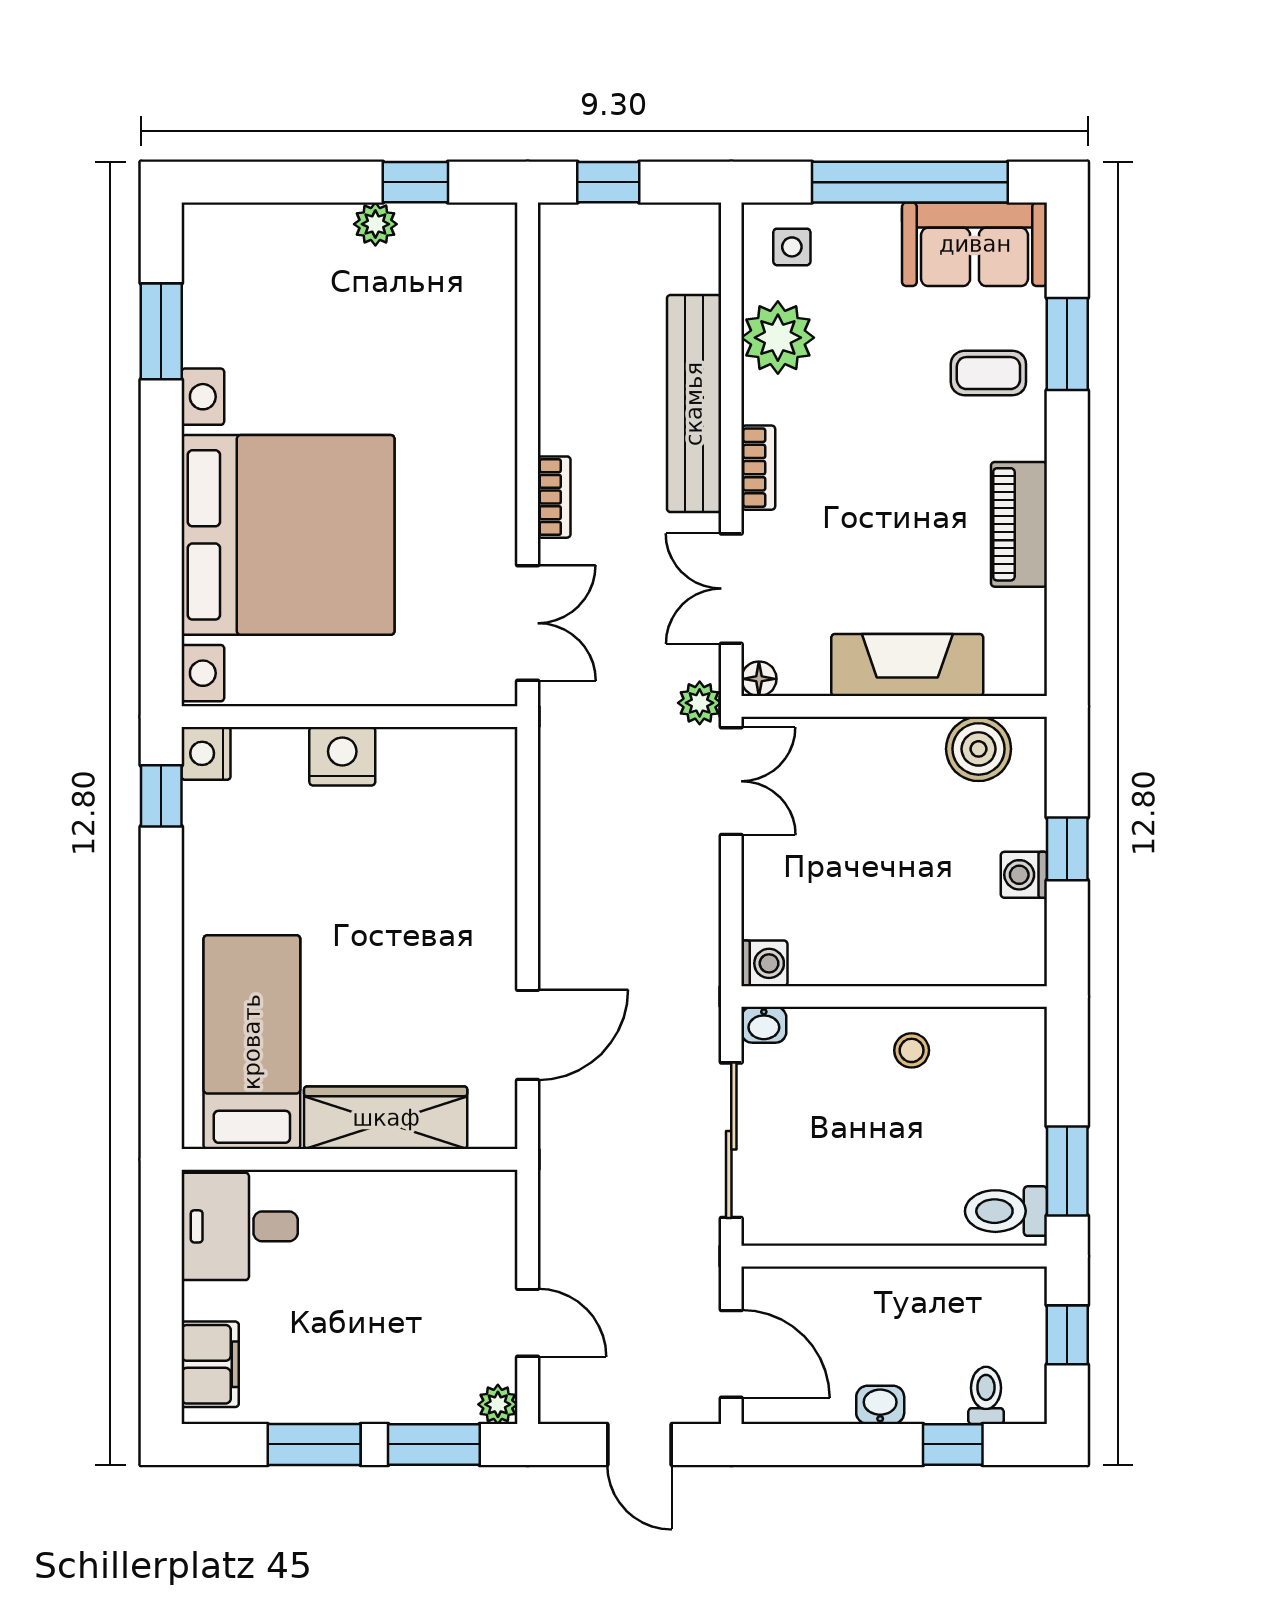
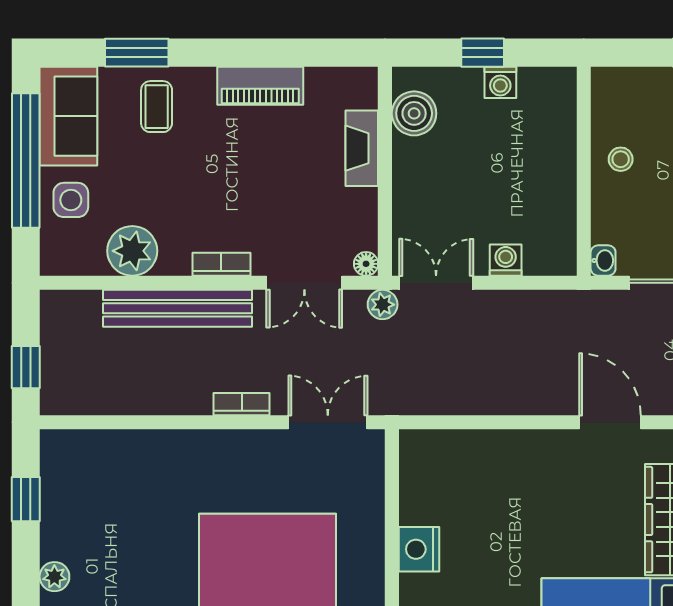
plant: (375, 224) -> (54, 577), moved
side table: (792, 247) -> (71, 200), moved, width x1.37, depth x1.37
fireplace: (907, 665) -> (362, 148), width x0.73, depth x0.76
washing machine: (764, 963) -> (506, 260), moved

